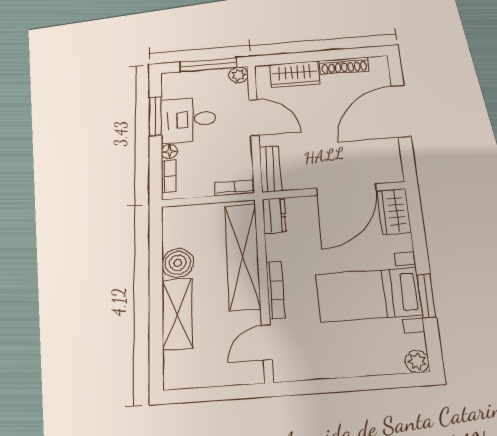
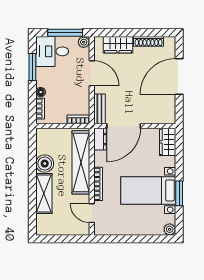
desk: (188, 120) -> (52, 51), moved
door: (347, 190) -> (124, 126), moved
door: (267, 342) -> (92, 213), hinge flipped

